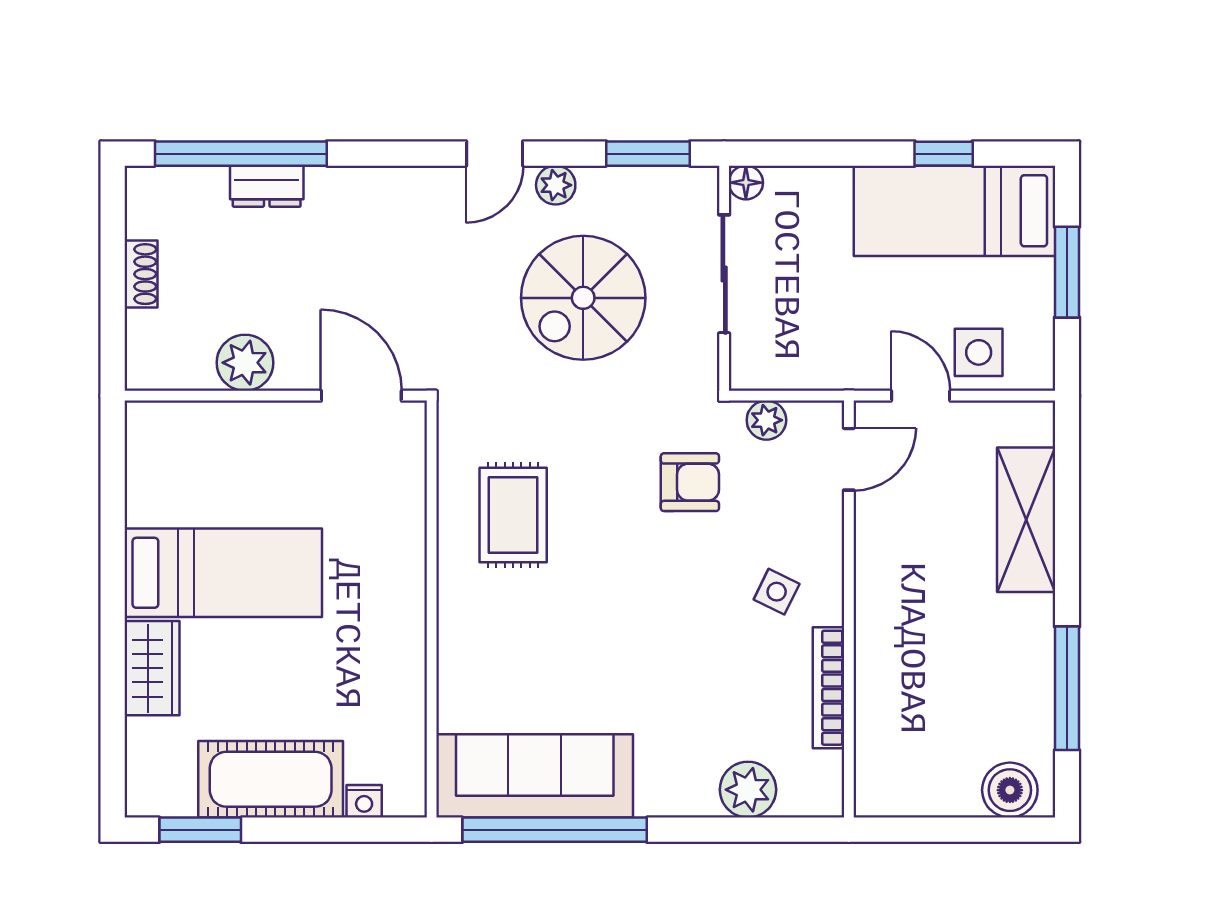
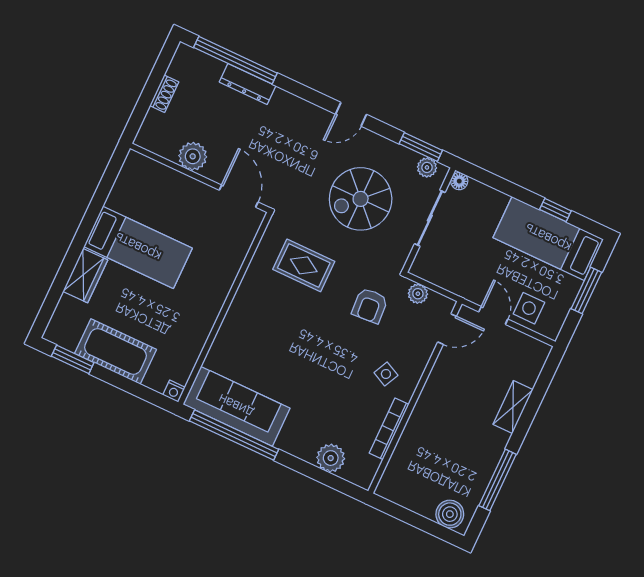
plant: (556, 185) -> (427, 167), moved
dresser: (267, 186) -> (248, 84), width x1.44
armchair: (690, 482) -> (370, 306), turned 86
rug: (513, 515) -> (304, 265), moved, turned 90
shelving: (1026, 520) -> (513, 407), width x0.67, depth x0.75
nightstand: (364, 801) -> (174, 391), moved

